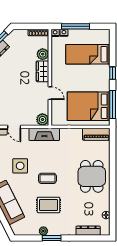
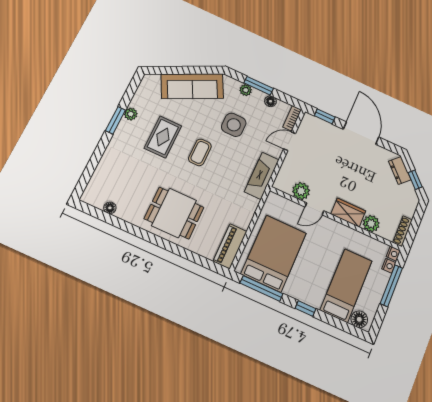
floor lamp: (104, 38) -> (359, 319), added
plant: (42, 120) -> (301, 191), moved
dresser: (88, 231) -> (101, 173), removed

